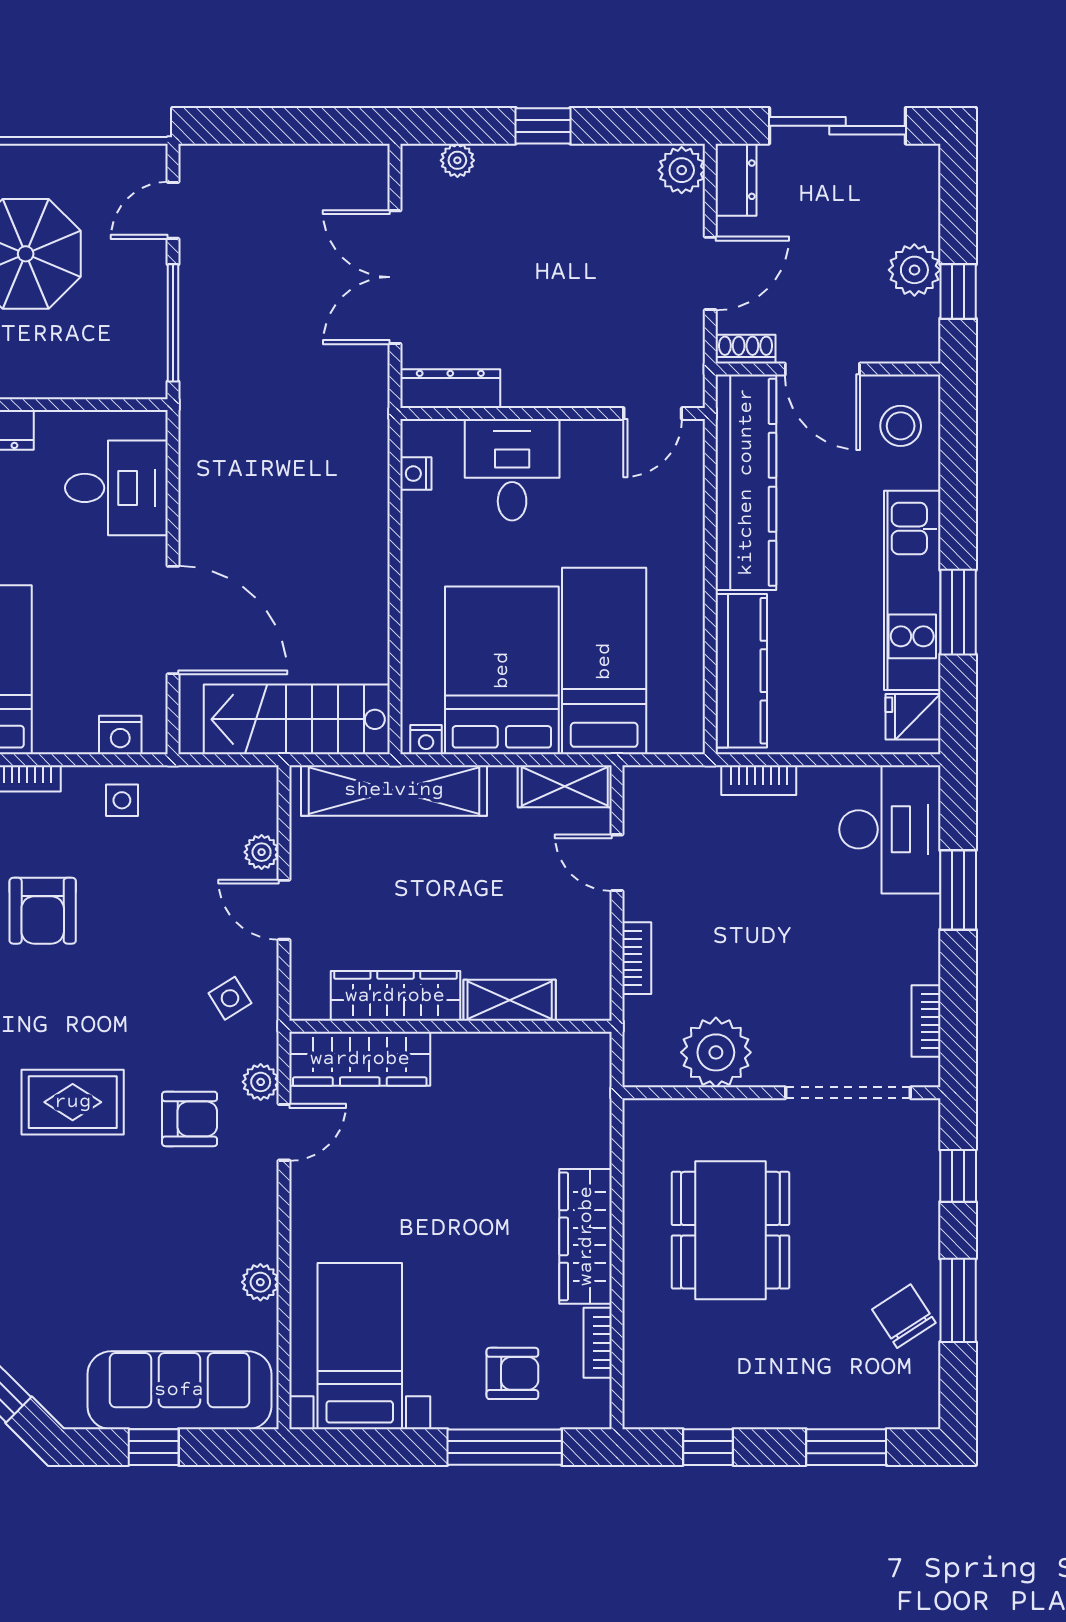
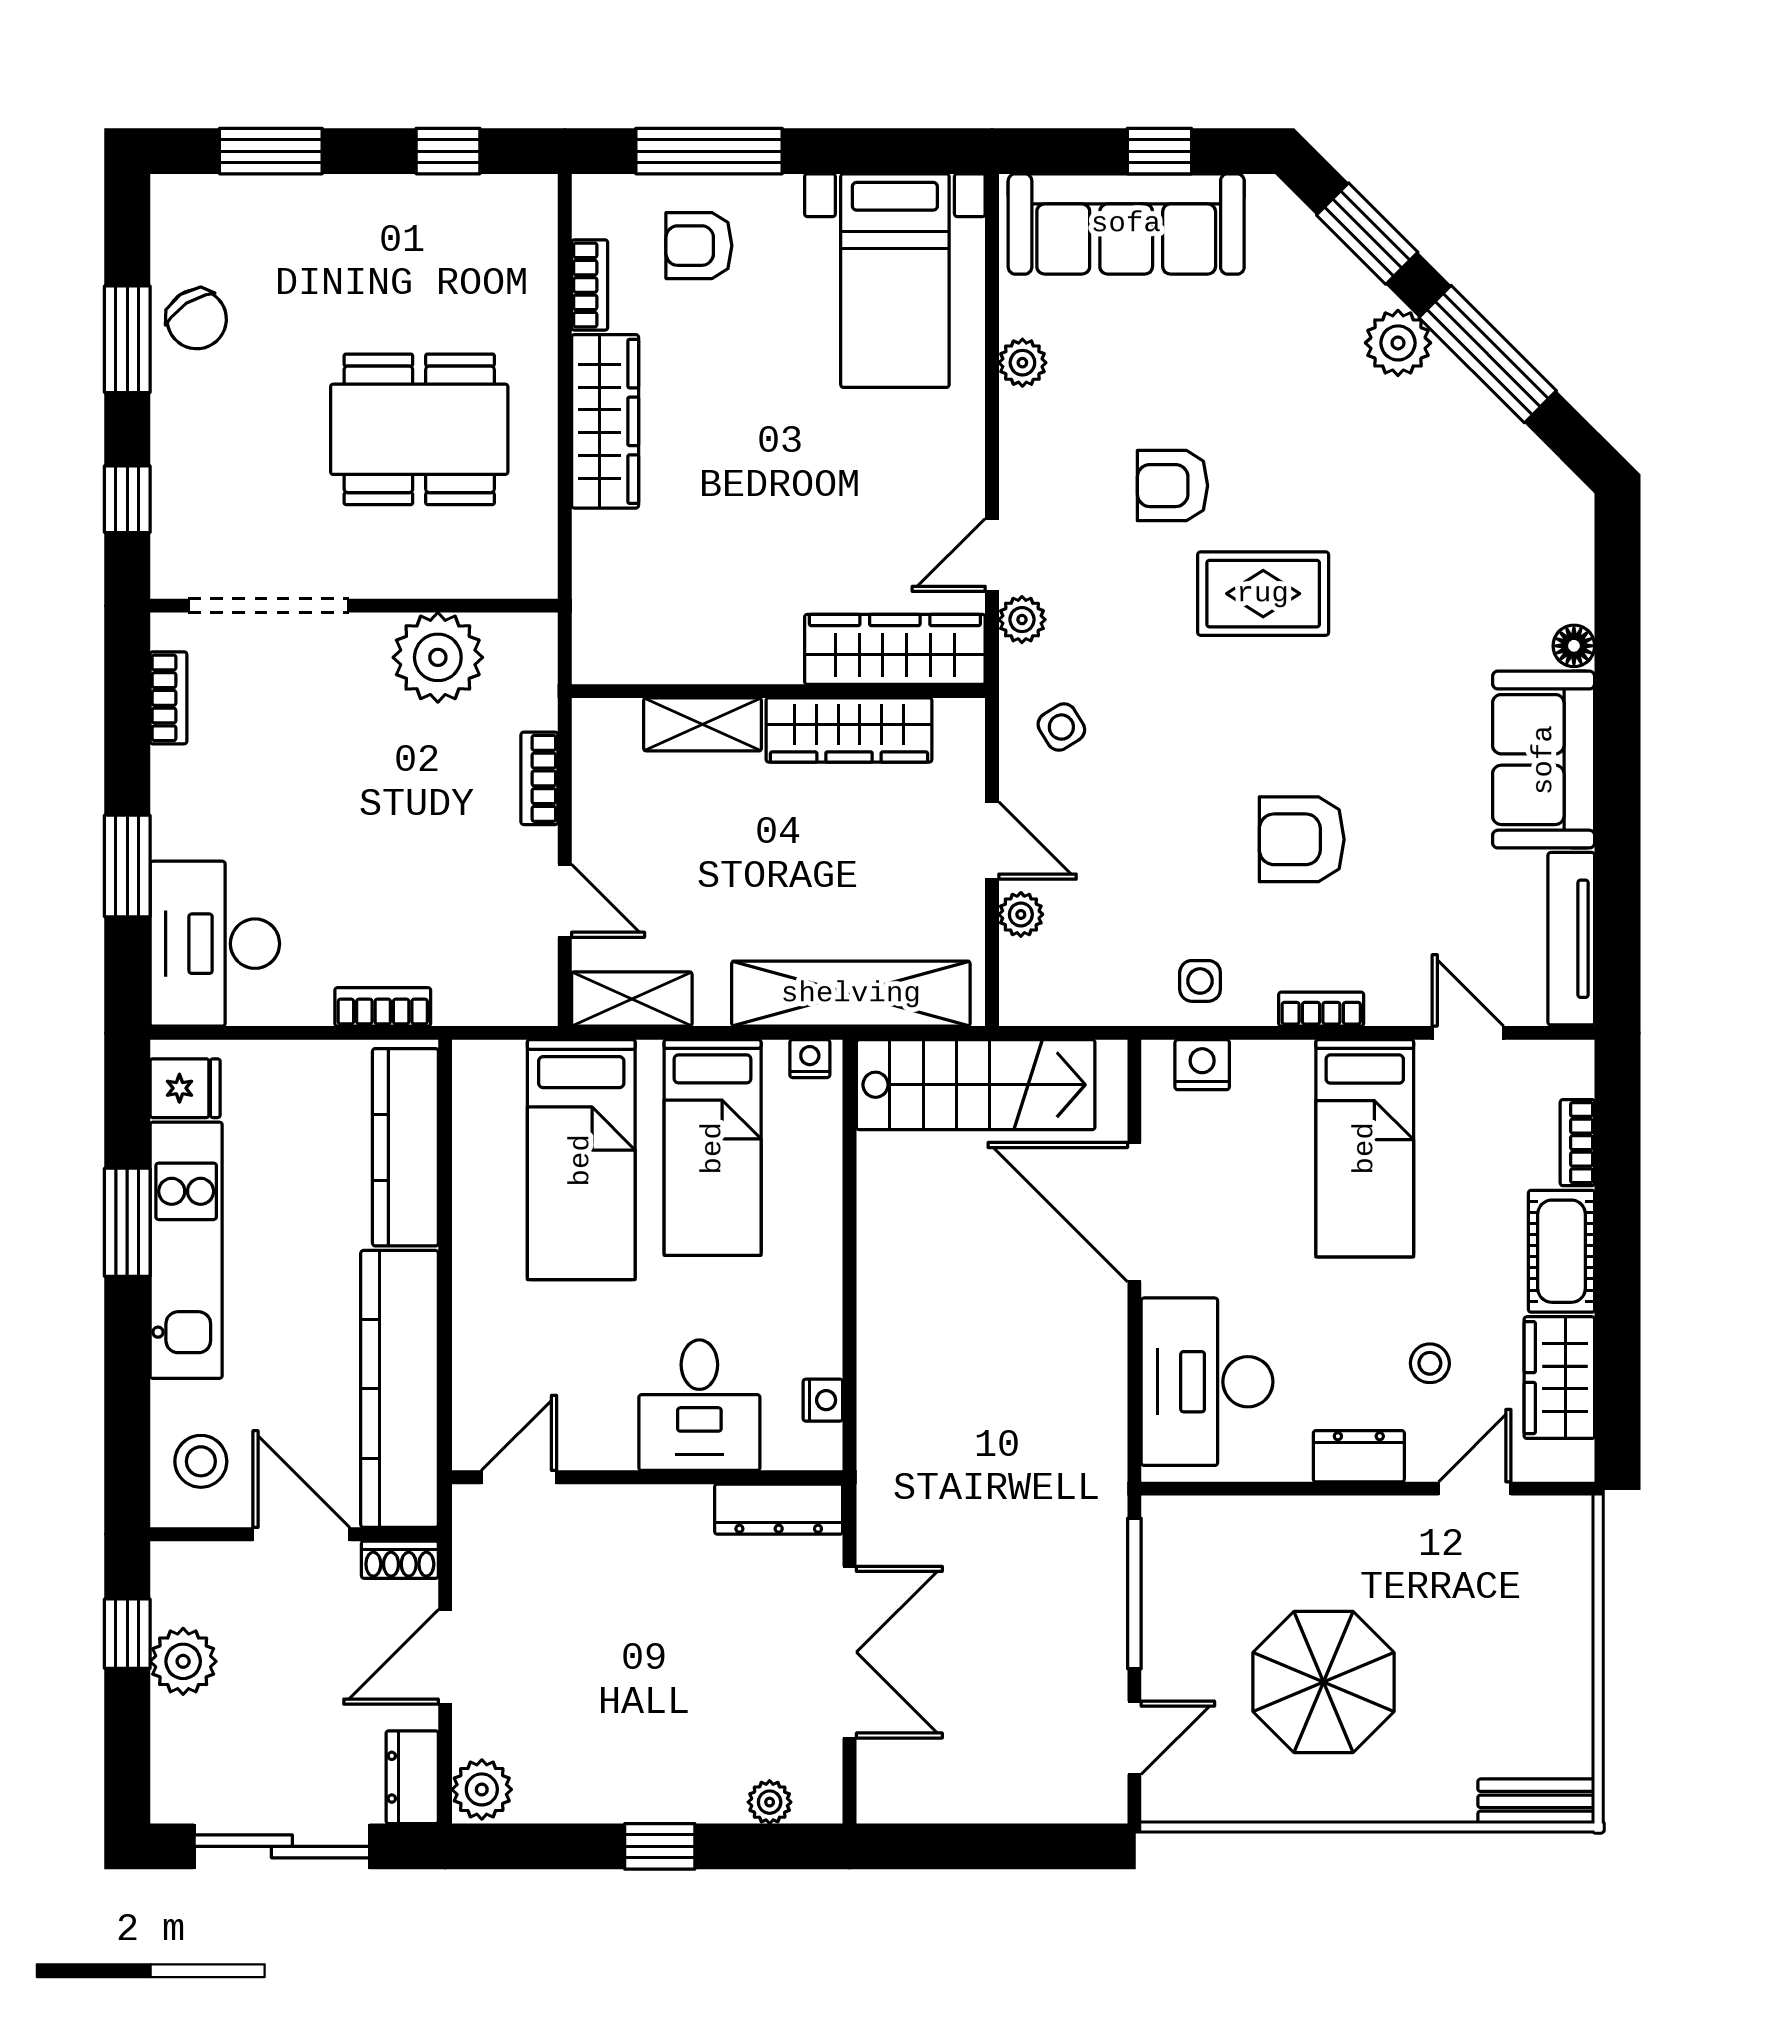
desk: (116, 488) -> (1207, 1382), width x1.37
bed: (502, 670) -> (713, 1148), width x0.67
armchair: (43, 911) -> (1302, 839), turned -90
armchair: (190, 1119) -> (1172, 486), moved
dining table: (730, 1230) -> (419, 429), turned 90

